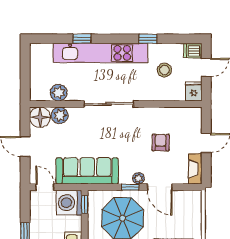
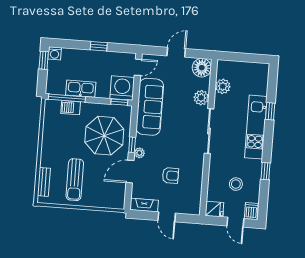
kitchen unit: (100, 53) -> (256, 127), width x0.73
plant: (60, 115) -> (201, 98), moved

